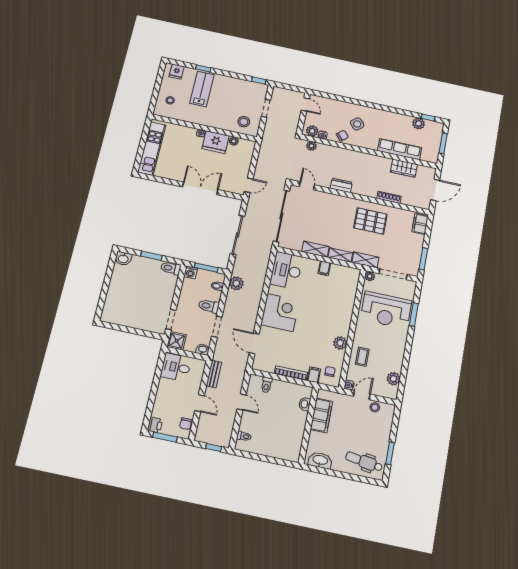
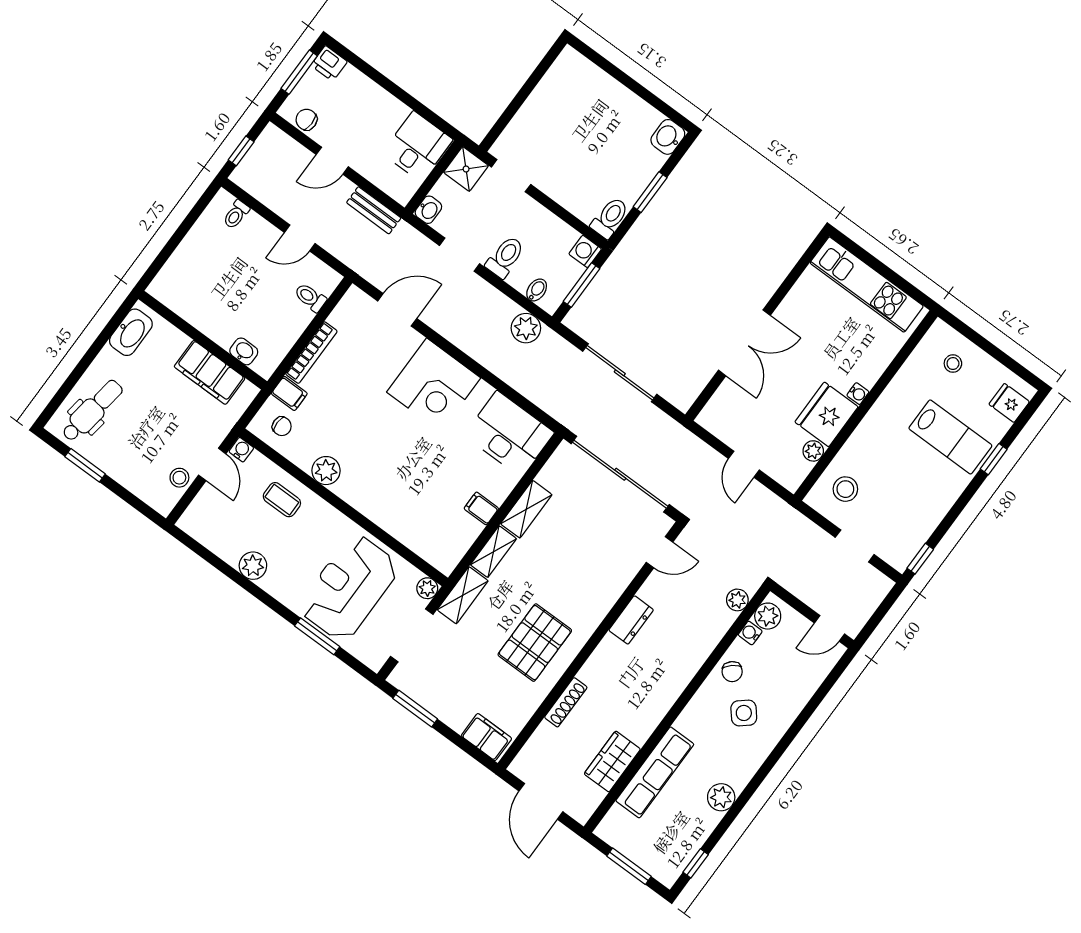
plant: (419, 124) -> (721, 797), moved
door: (249, 185) -> (744, 464), moved
plant: (393, 379) -> (253, 566), moved

